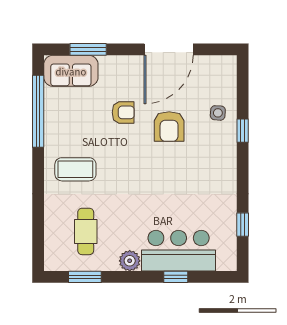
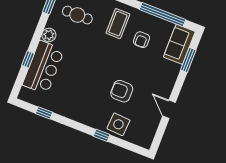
door: (169, 49) -> (169, 109), width x0.53
armchair: (123, 112) -> (141, 40), moved
side table: (218, 113) -> (118, 124), width x1.87, depth x1.87

